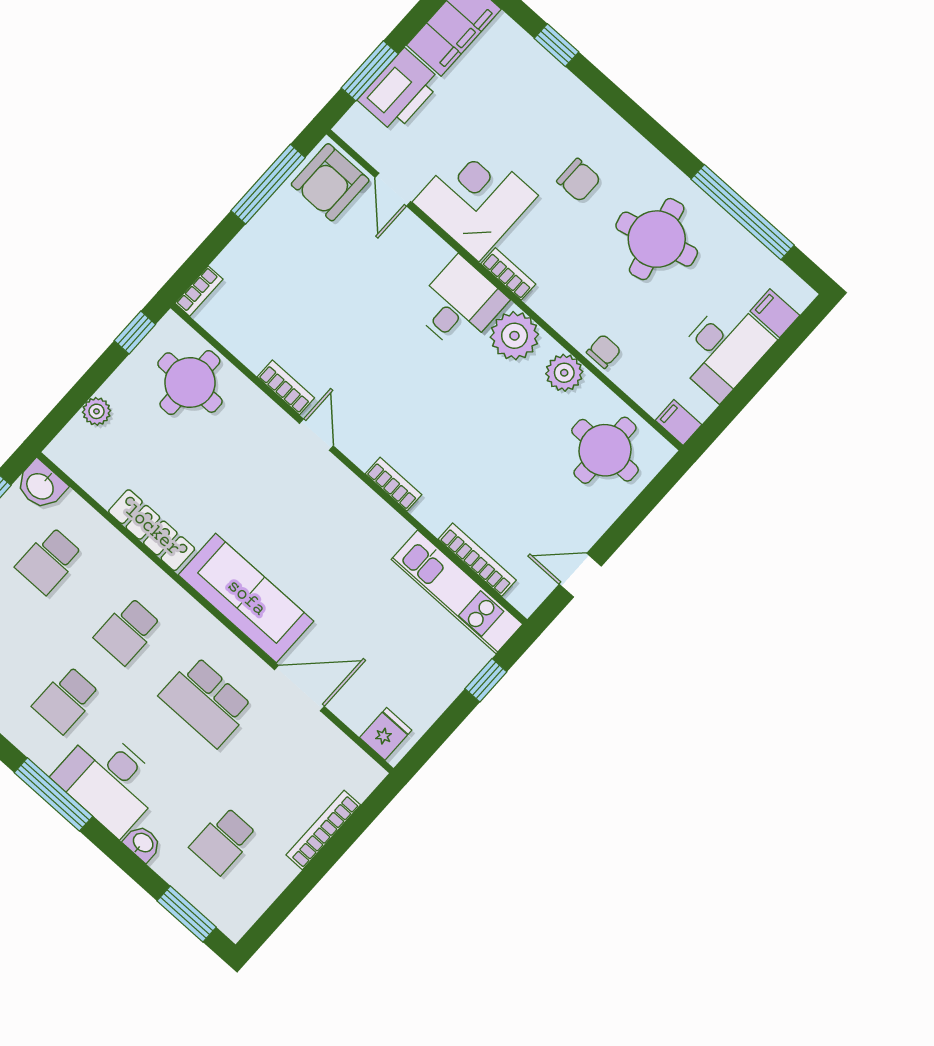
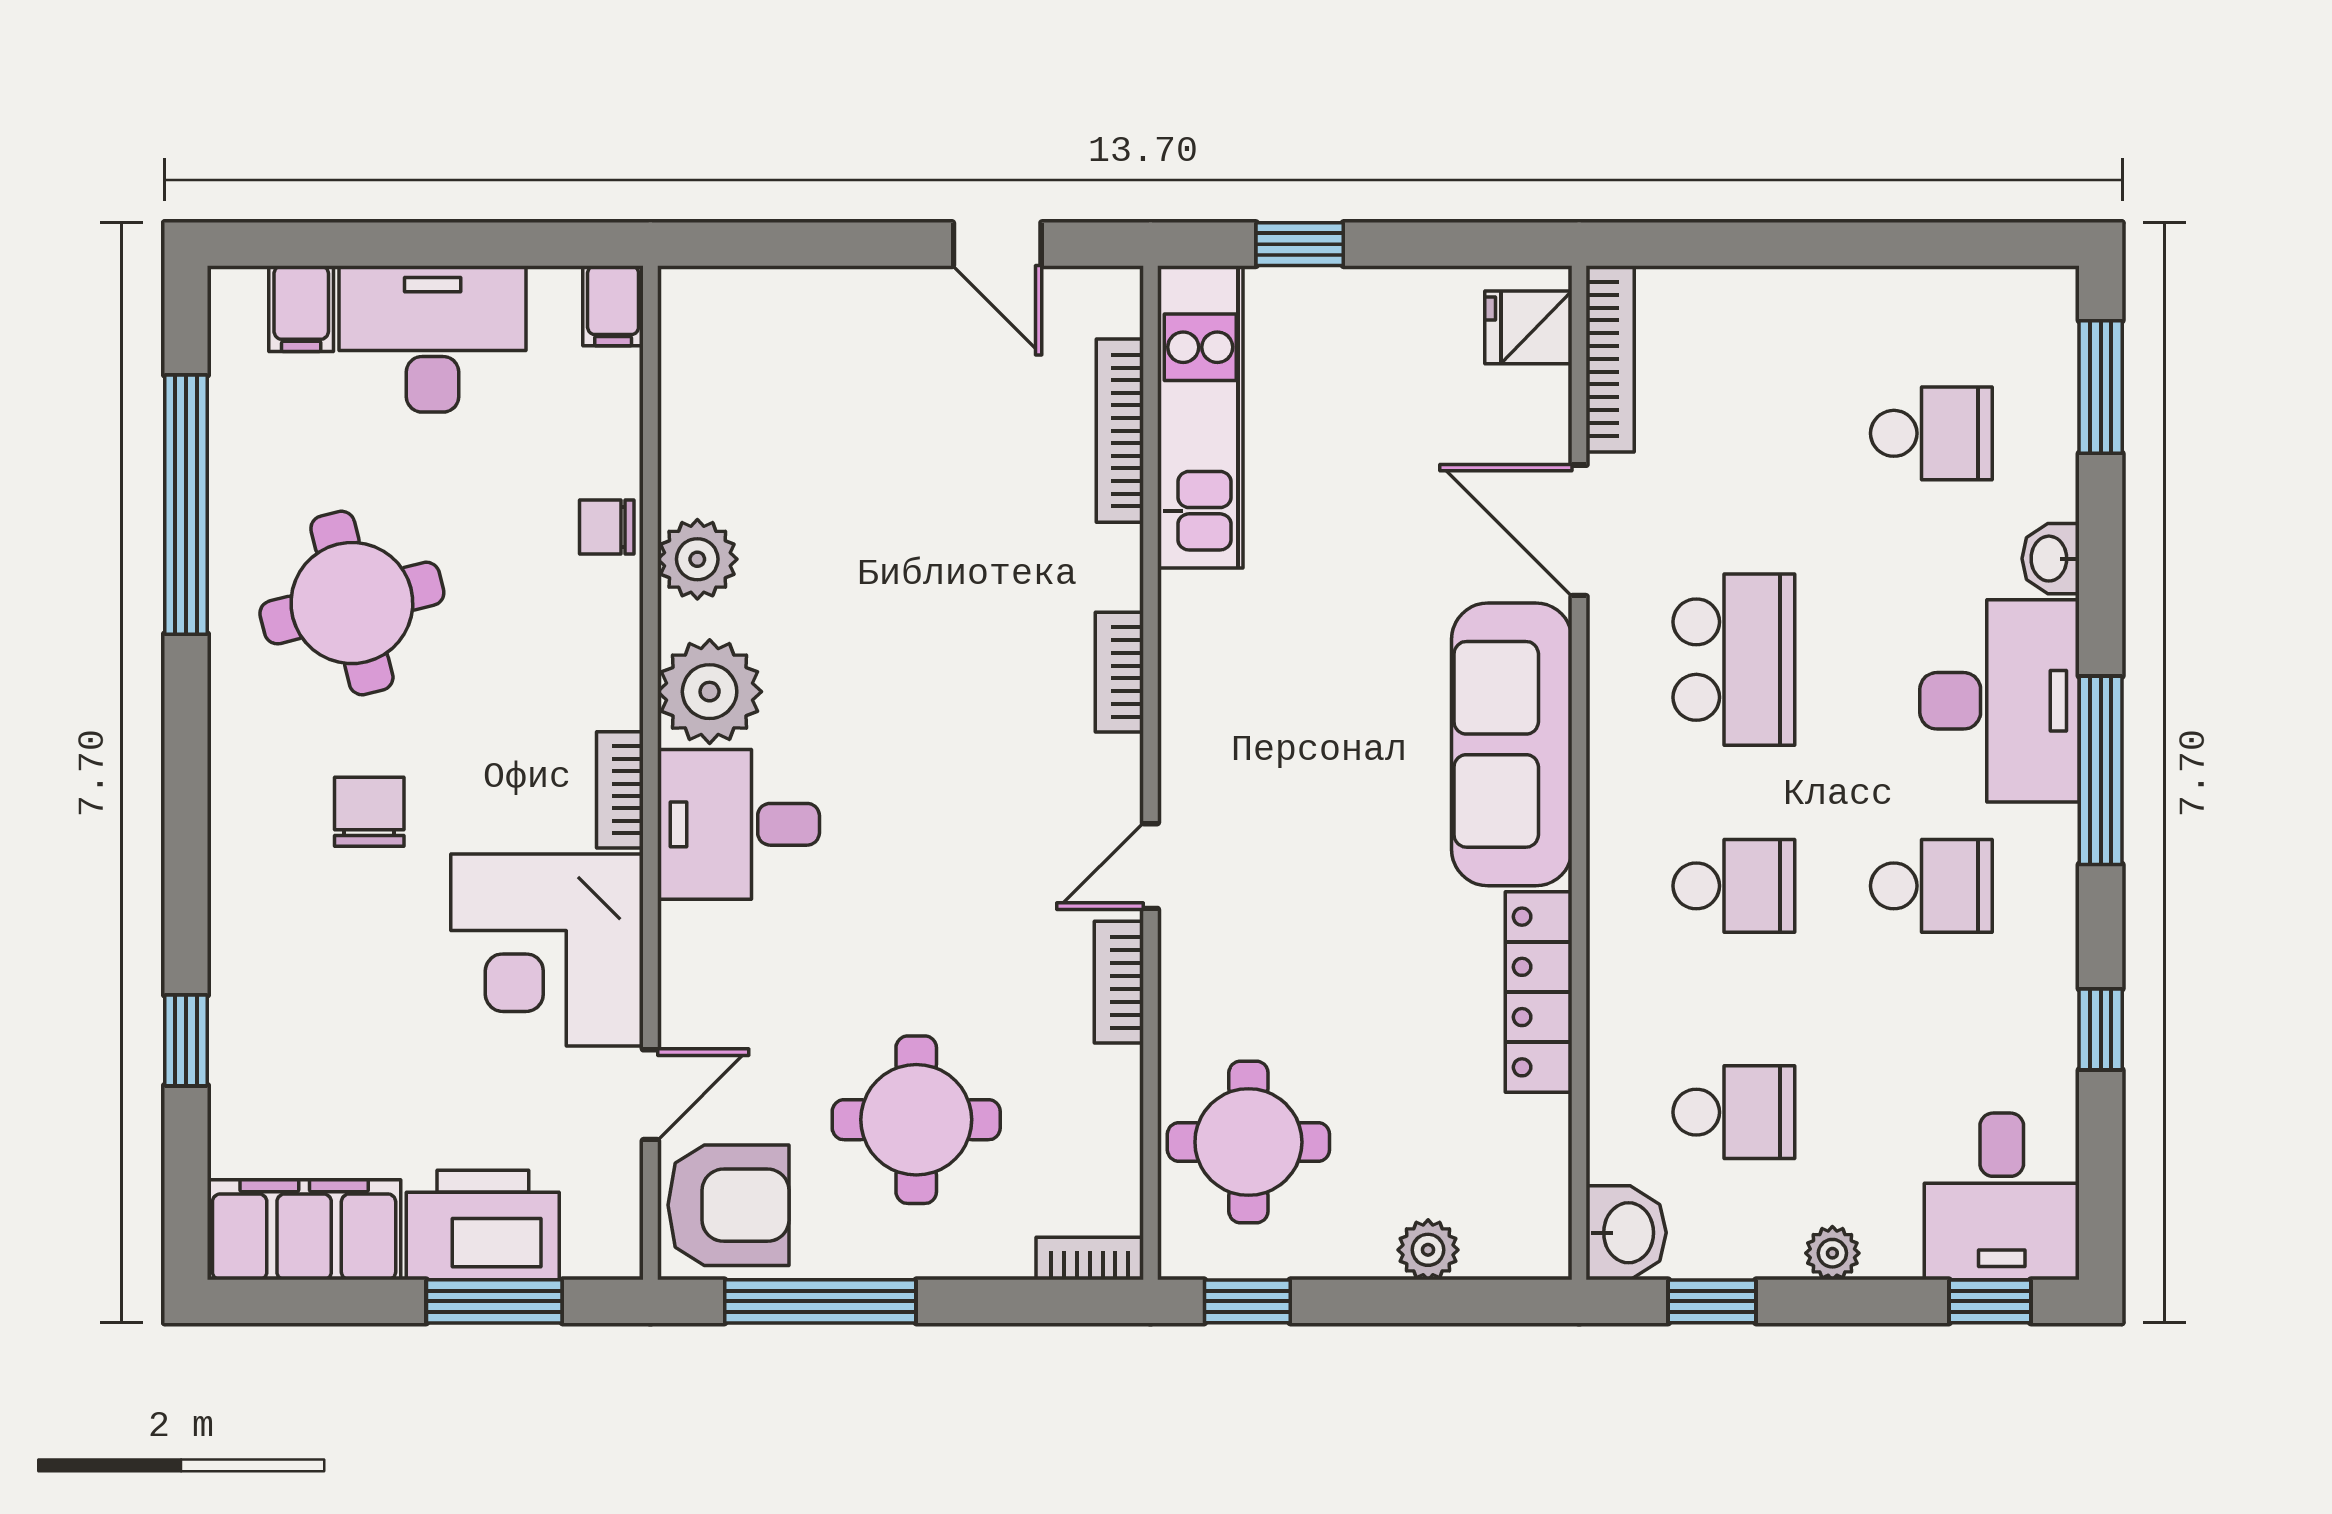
round table: (605, 450) -> (916, 1120), moved
bookcase: (323, 830) -> (1610, 359), moved, turned -90

